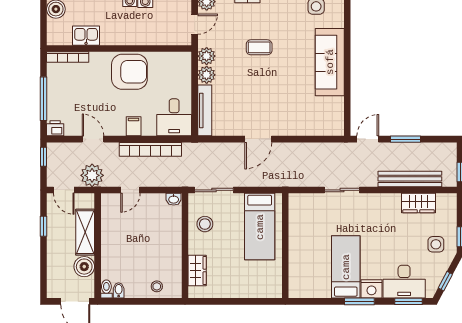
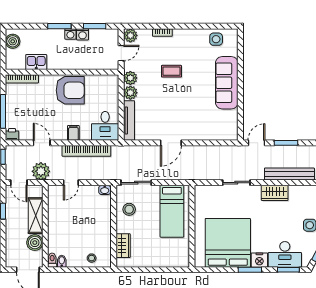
wardrobe: (419, 203) -> (275, 193), moved
bed: (346, 267) -> (228, 243), width x2.04

